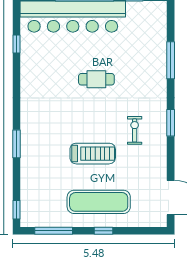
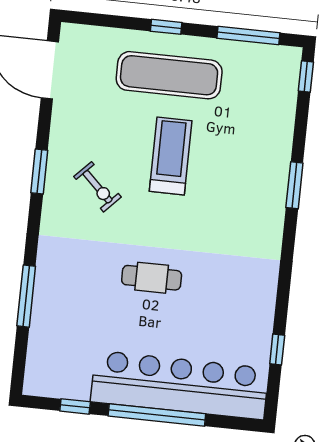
window: (171, 123) -> (39, 171), moved
exercise bike: (135, 130) -> (98, 187), turned -46
treadmill: (93, 154) -> (171, 156), turned 90

